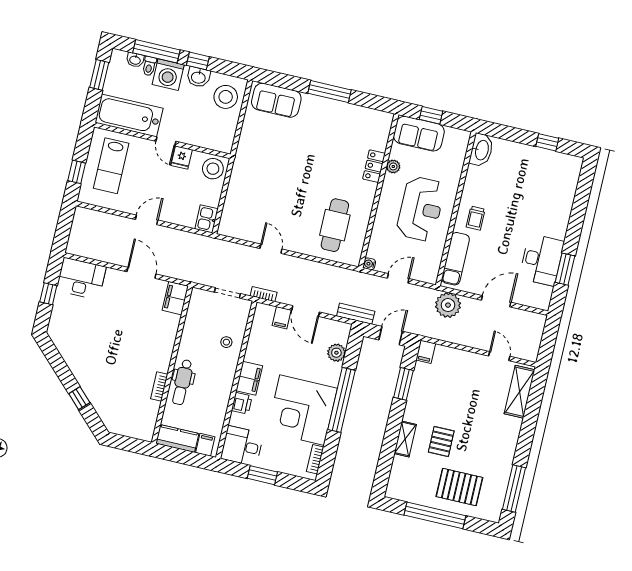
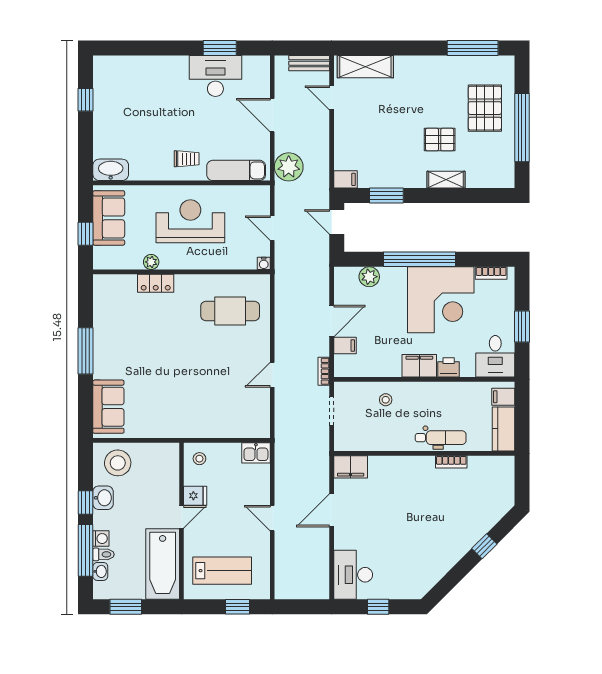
washing machine: (168, 75) -> (101, 539), width x0.53, depth x0.53
sofa: (419, 134) -> (109, 218), moved
stool: (213, 169) -> (199, 459), width x0.53, depth x0.53
bench: (356, 314) -> (309, 63), moved, turned 90
door: (499, 356) -> (332, 98), hinge flipped

